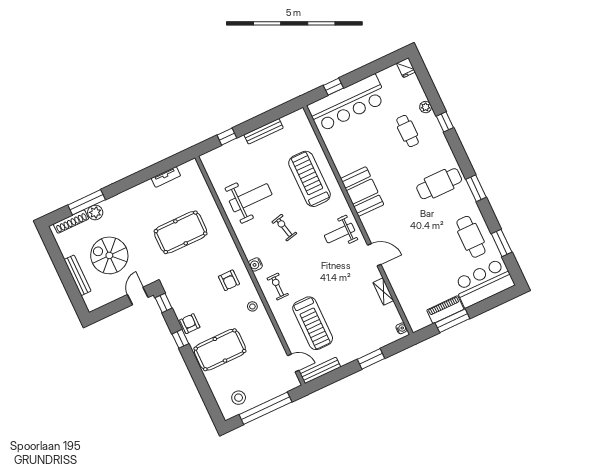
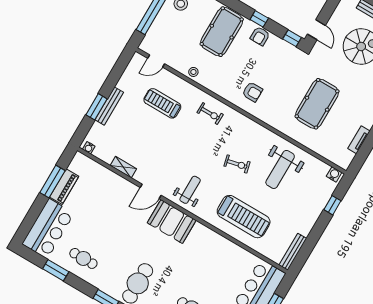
bench: (264, 131) -> (293, 252), moved
booth: (362, 192) -> (172, 222), moved
cafe table: (471, 237) -> (83, 258), width x0.73, depth x0.74
water cooler: (255, 264) -> (334, 174), moved
armchair: (229, 280) -> (252, 92), turned 180
stool: (252, 306) -> (193, 72), moved
treadmill: (313, 323) -> (162, 103), width x0.73, depth x0.73
armchair: (190, 324) -> (260, 36), turned 90
bench: (320, 370) -> (109, 106), moved

